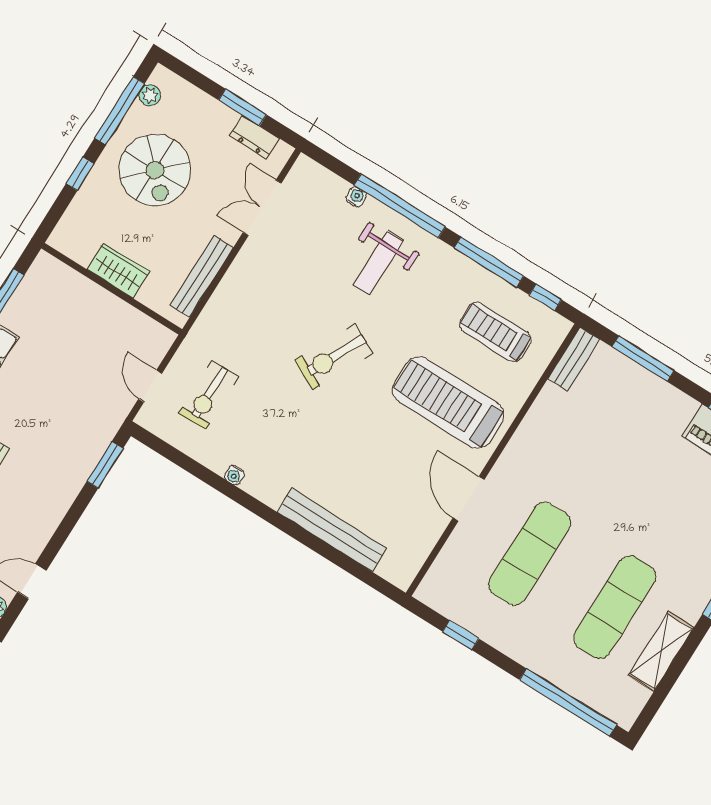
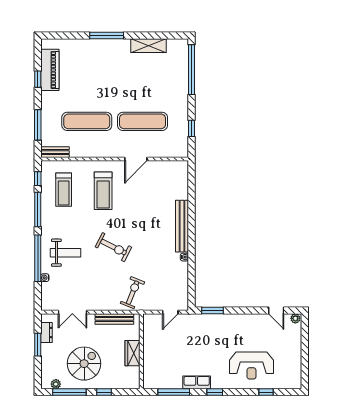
exercise bike: (209, 395) -> (133, 293), moved, turned -68
treadmill: (448, 403) -> (103, 191), width x0.73, depth x0.73
bench: (332, 530) -> (182, 226), moved
exercise mat: (615, 607) -> (87, 121), moved

